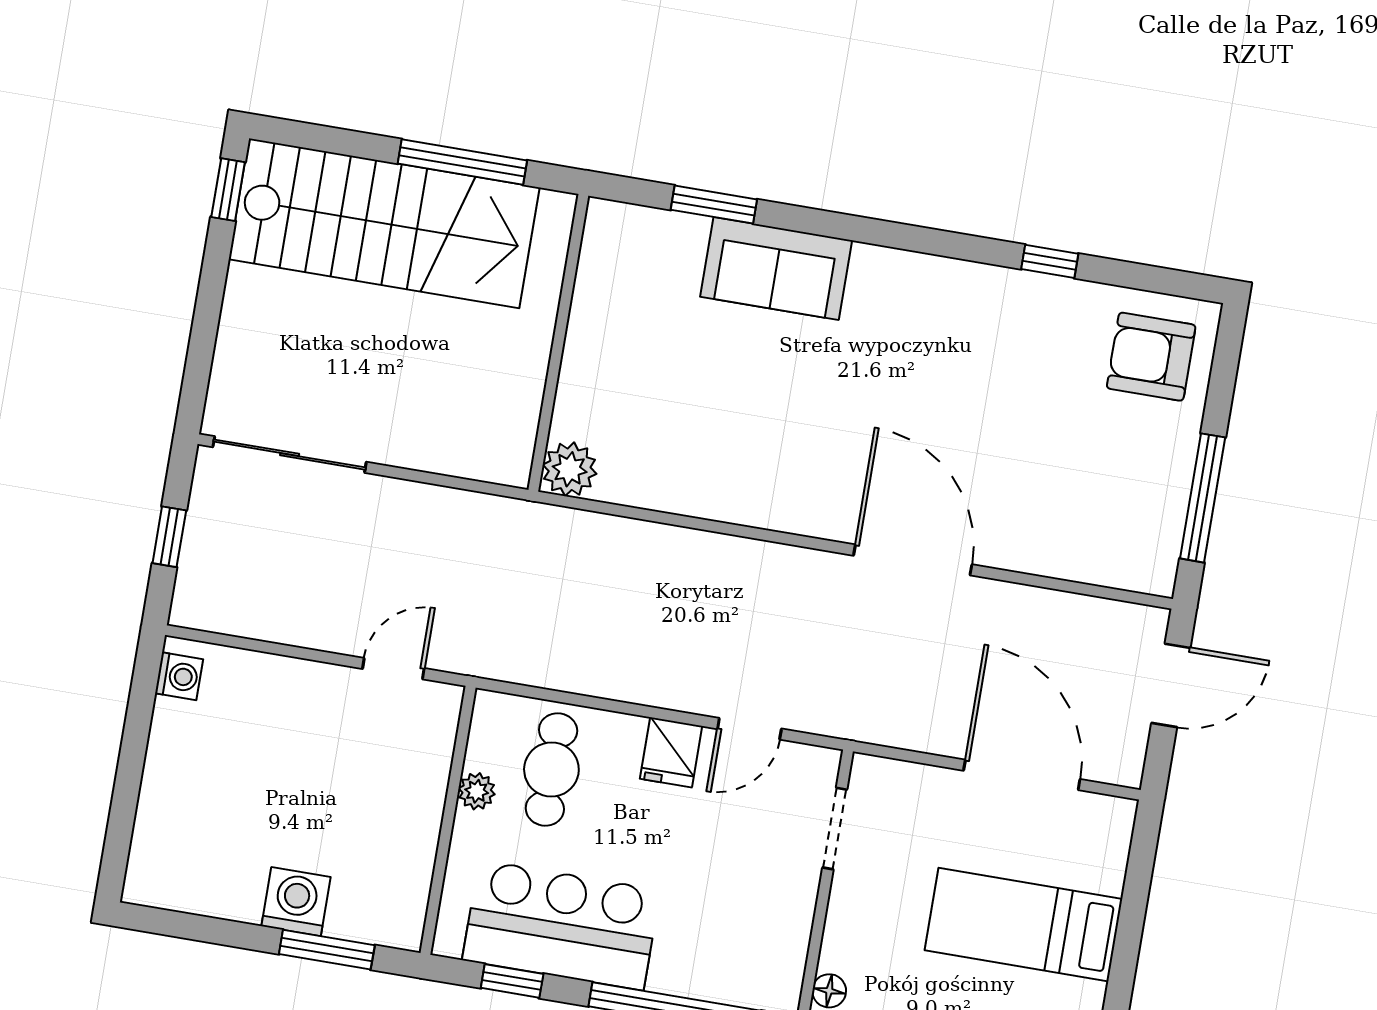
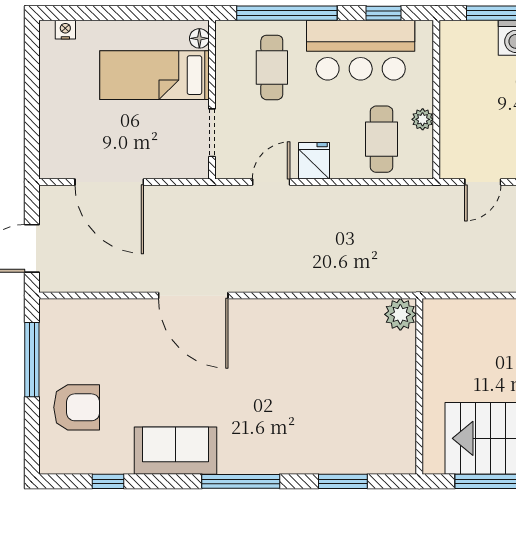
window: (886, 234) -> (241, 481), added
window: (1050, 261) -> (108, 481), moved
sofa: (776, 269) -> (175, 451), moved
armchair: (1151, 357) -> (77, 407), moved
cafe table: (716, 921) -> (272, 67), added
bed: (1024, 925) -> (155, 75), moved, turned 180

